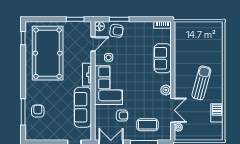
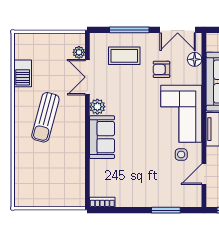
floor lamp: (99, 26) -> (195, 59), moved
armchair: (116, 31) -> (170, 193), removed
sofa: (163, 58) -> (102, 137), moved

